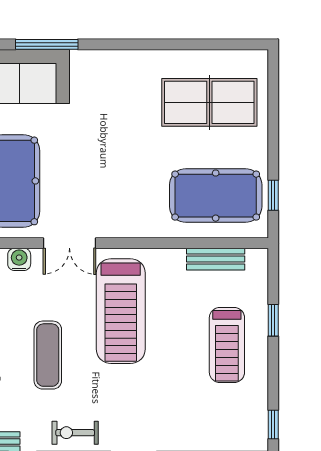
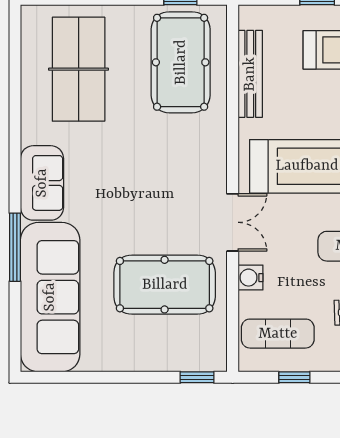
sofa: (106, 69) -> (42, 183), added
bench: (216, 259) -> (250, 74), width x1.36

